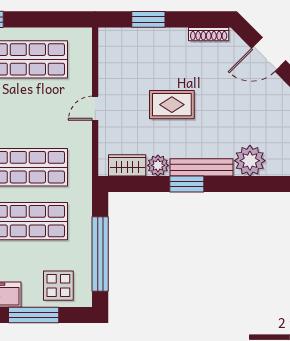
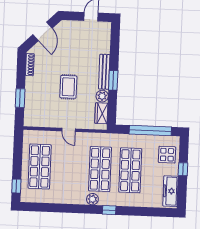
plant: (250, 161) -> (102, 45), removed
window: (34, 315) -> (183, 169), width x0.46

